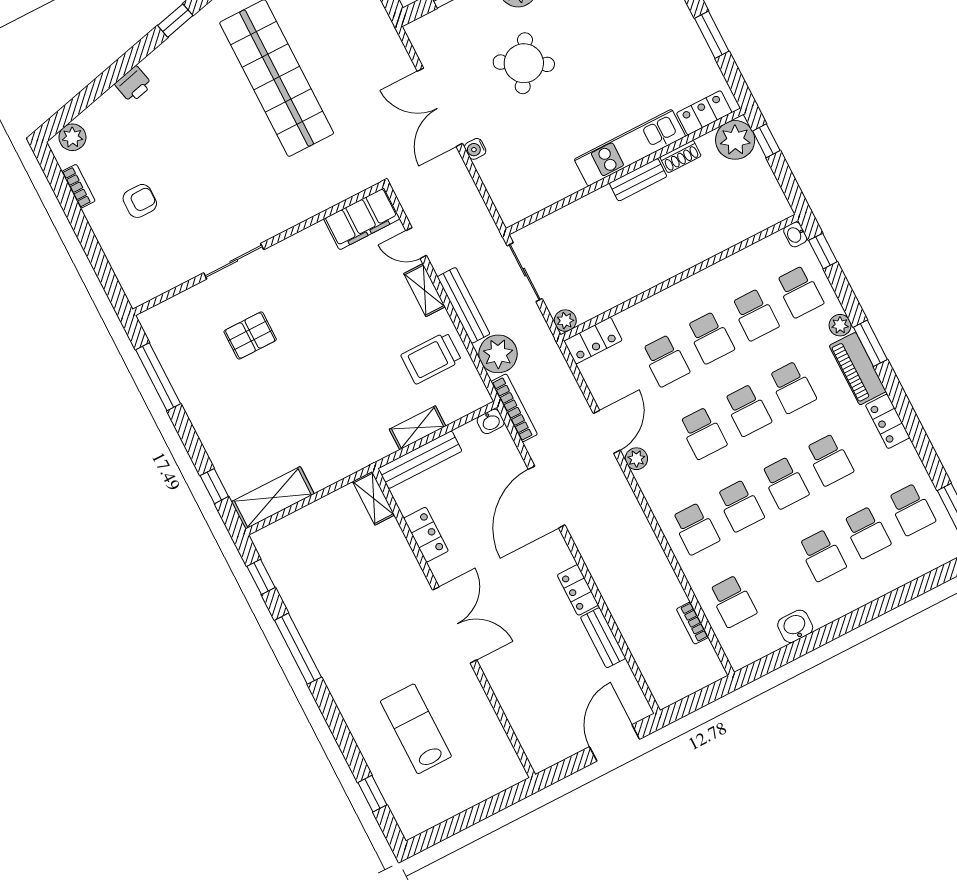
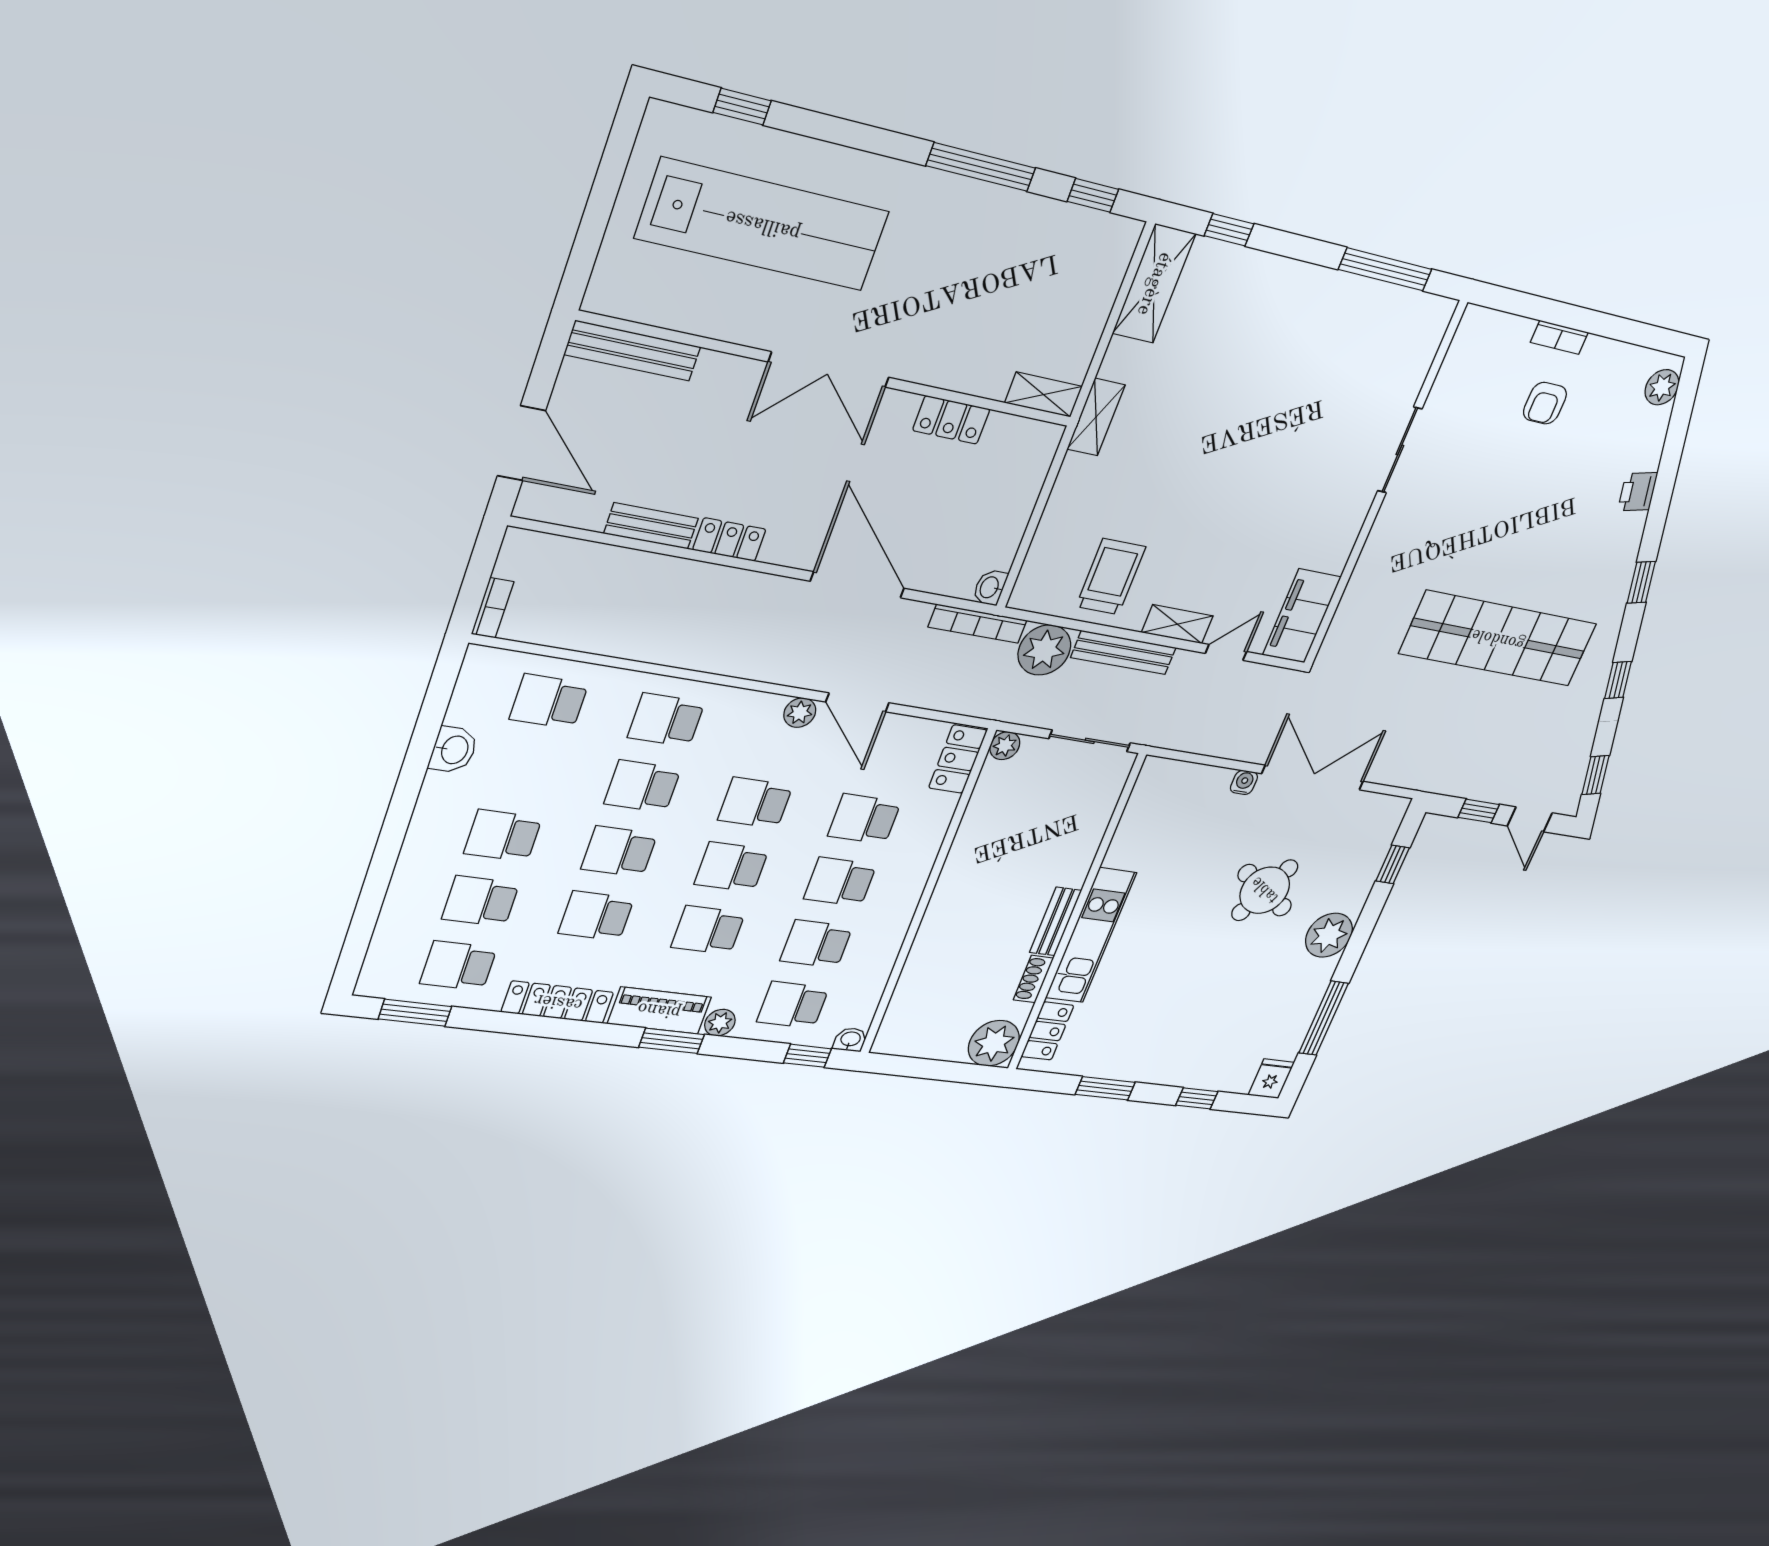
window: (766, 141) -> (963, 1073), removed
bookcase: (78, 186) -> (1559, 337), moved
pallet: (250, 335) -> (1321, 404), removed
locker: (888, 421) -> (558, 1002), width x1.53
shelving: (418, 428) -> (1096, 417), moved
bench: (420, 460) -> (633, 351), moved, turned 90
bookcase: (692, 623) -> (492, 608), moved, turned 90
lab bench: (416, 729) -> (763, 225), width x1.86, depth x1.39

